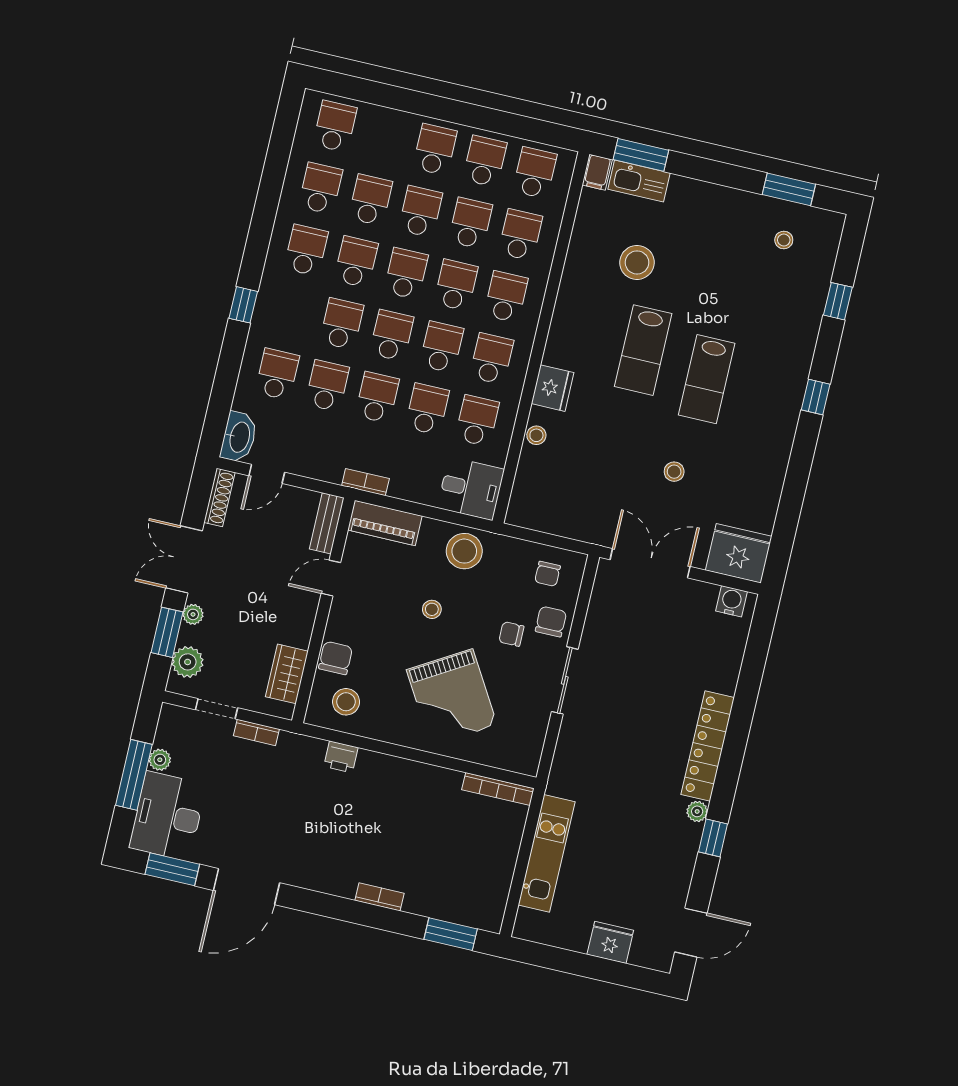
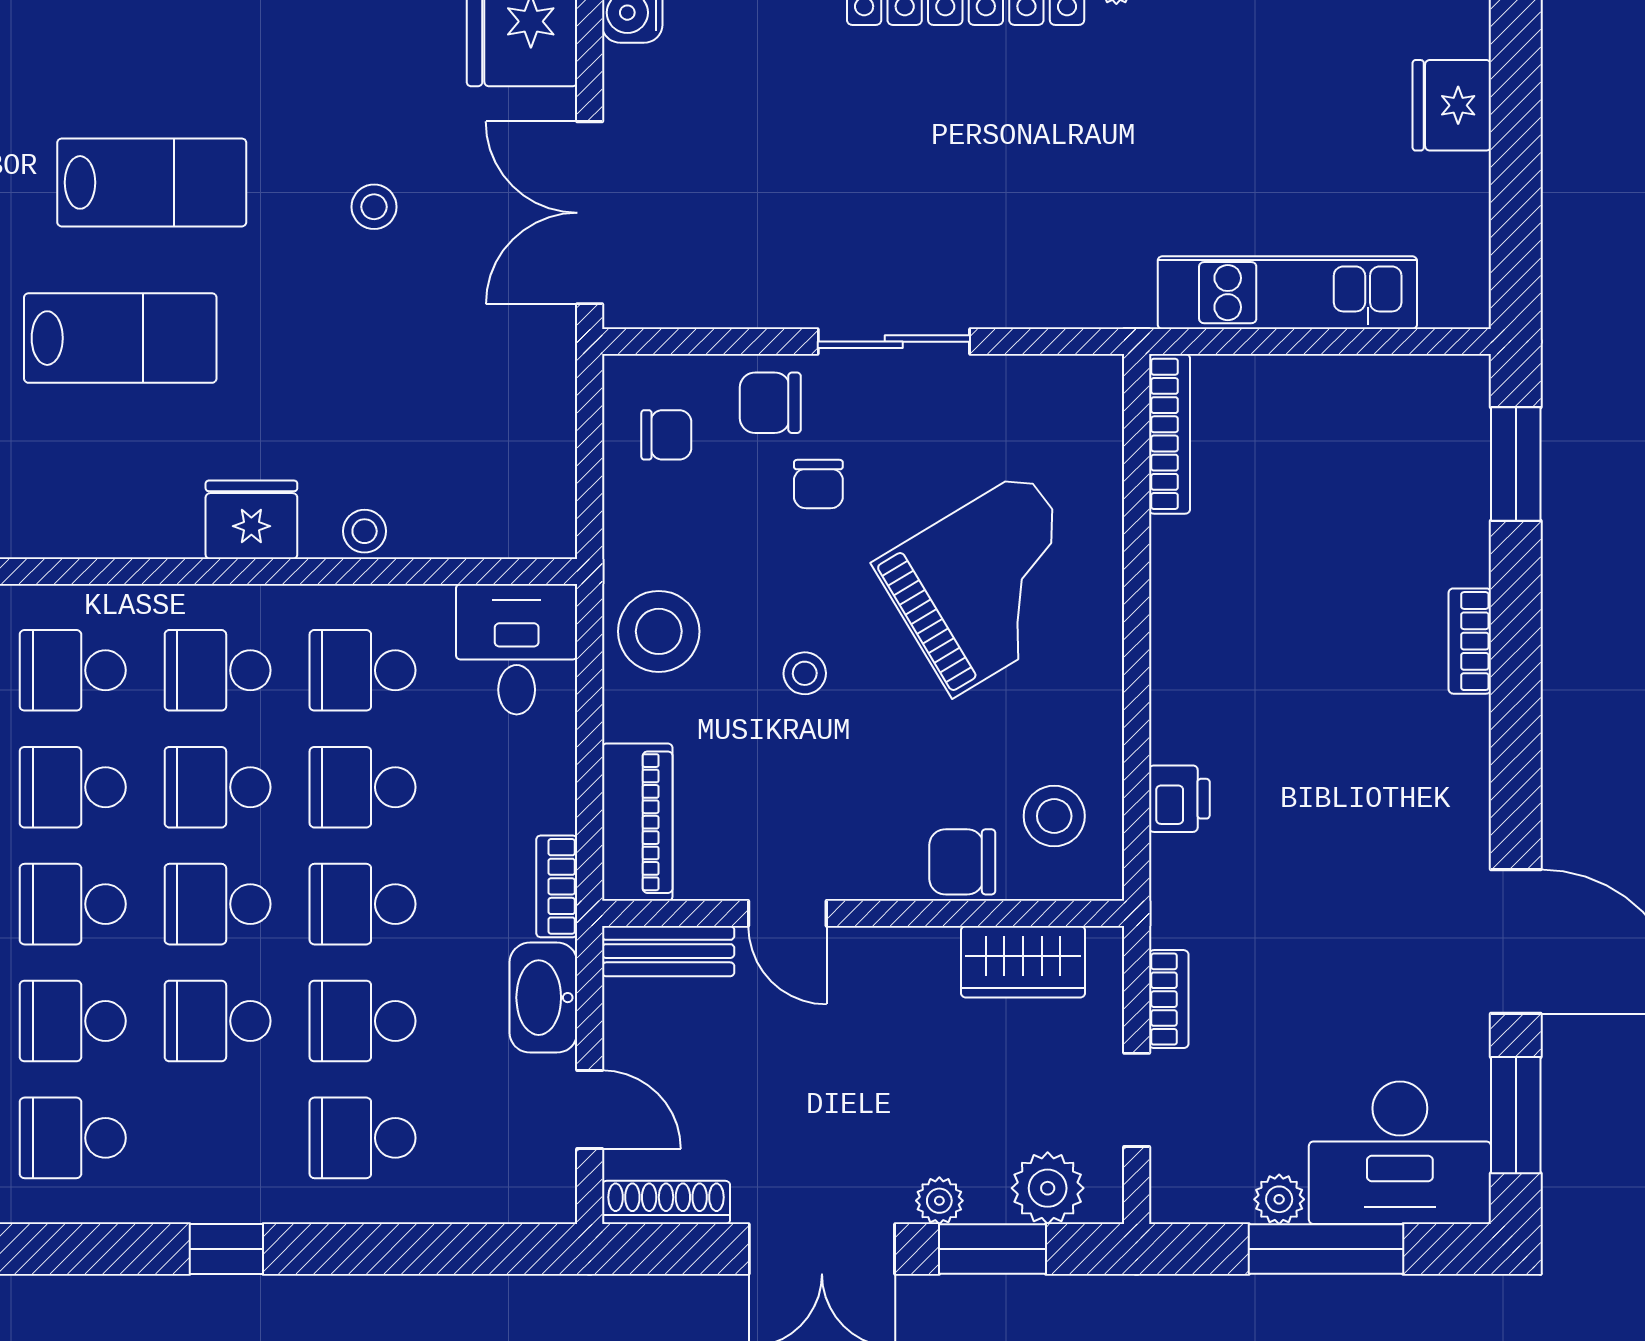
washbasin: (239, 437) -> (543, 998), moved, turned -90

